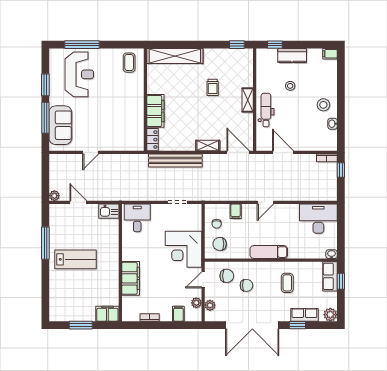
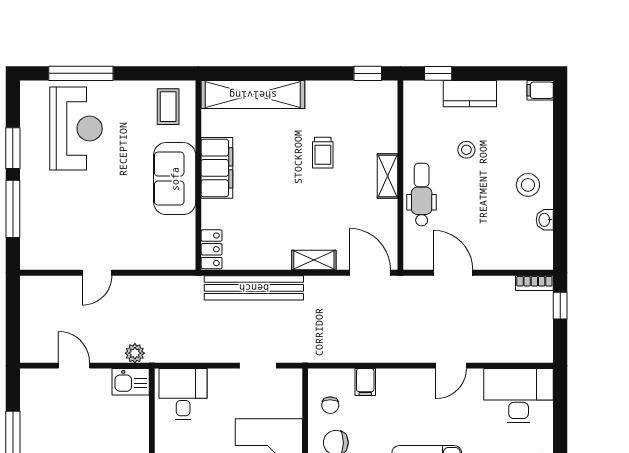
filing cabinet: (155, 111) -> (217, 168), moved
sofa: (60, 125) -> (175, 179), moved, turned 180
plant: (54, 196) -> (135, 353), moved
door: (265, 202) -> (451, 366), moved

